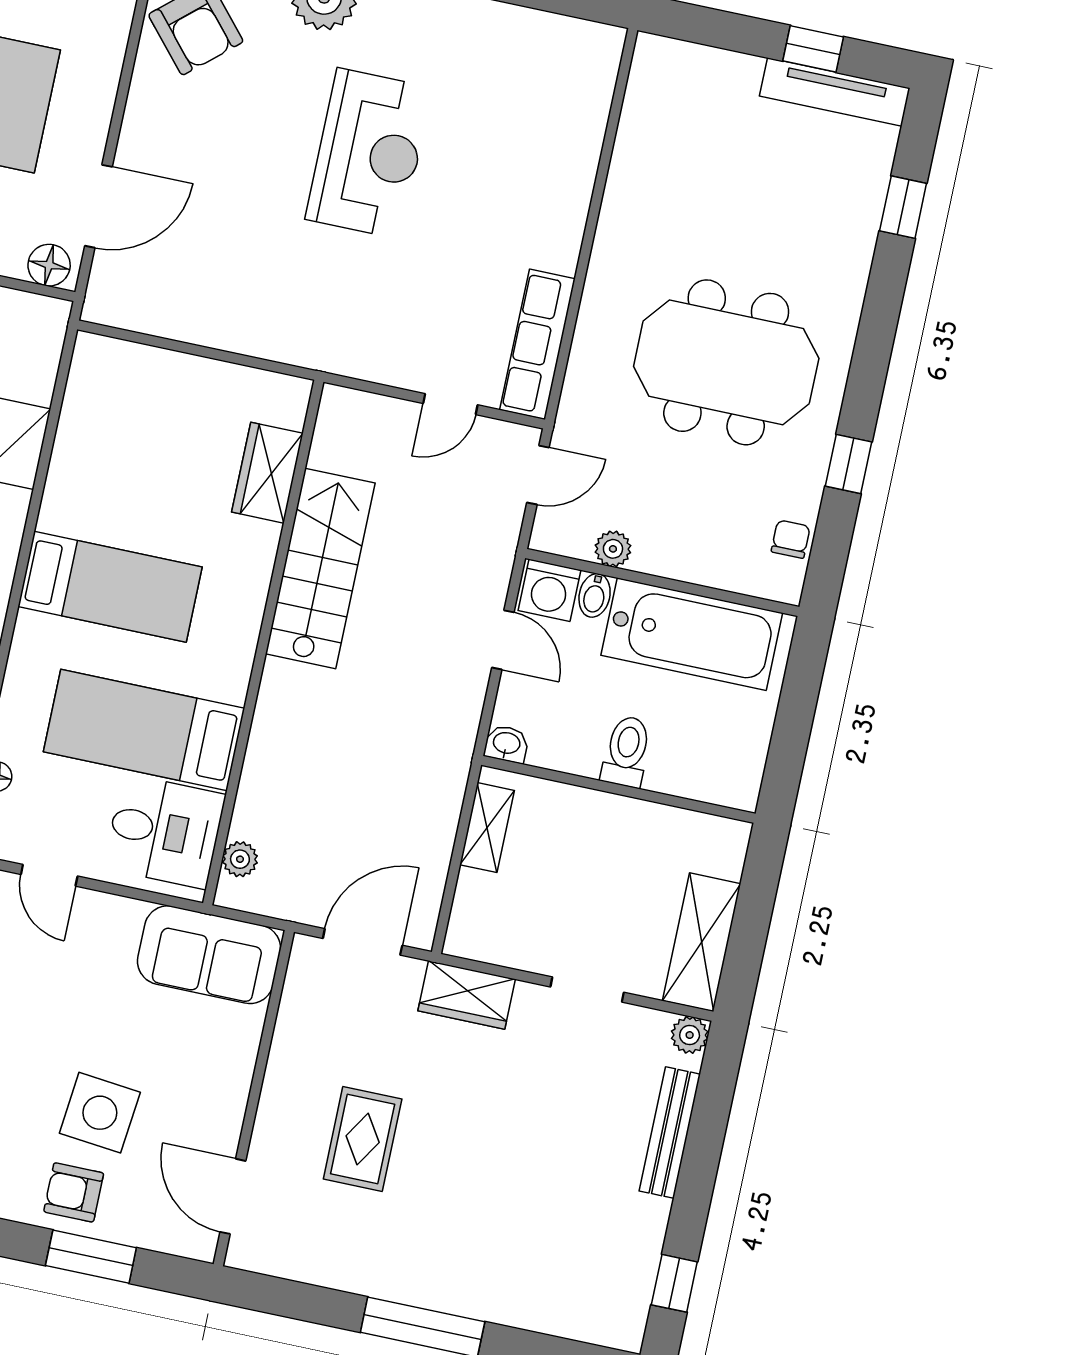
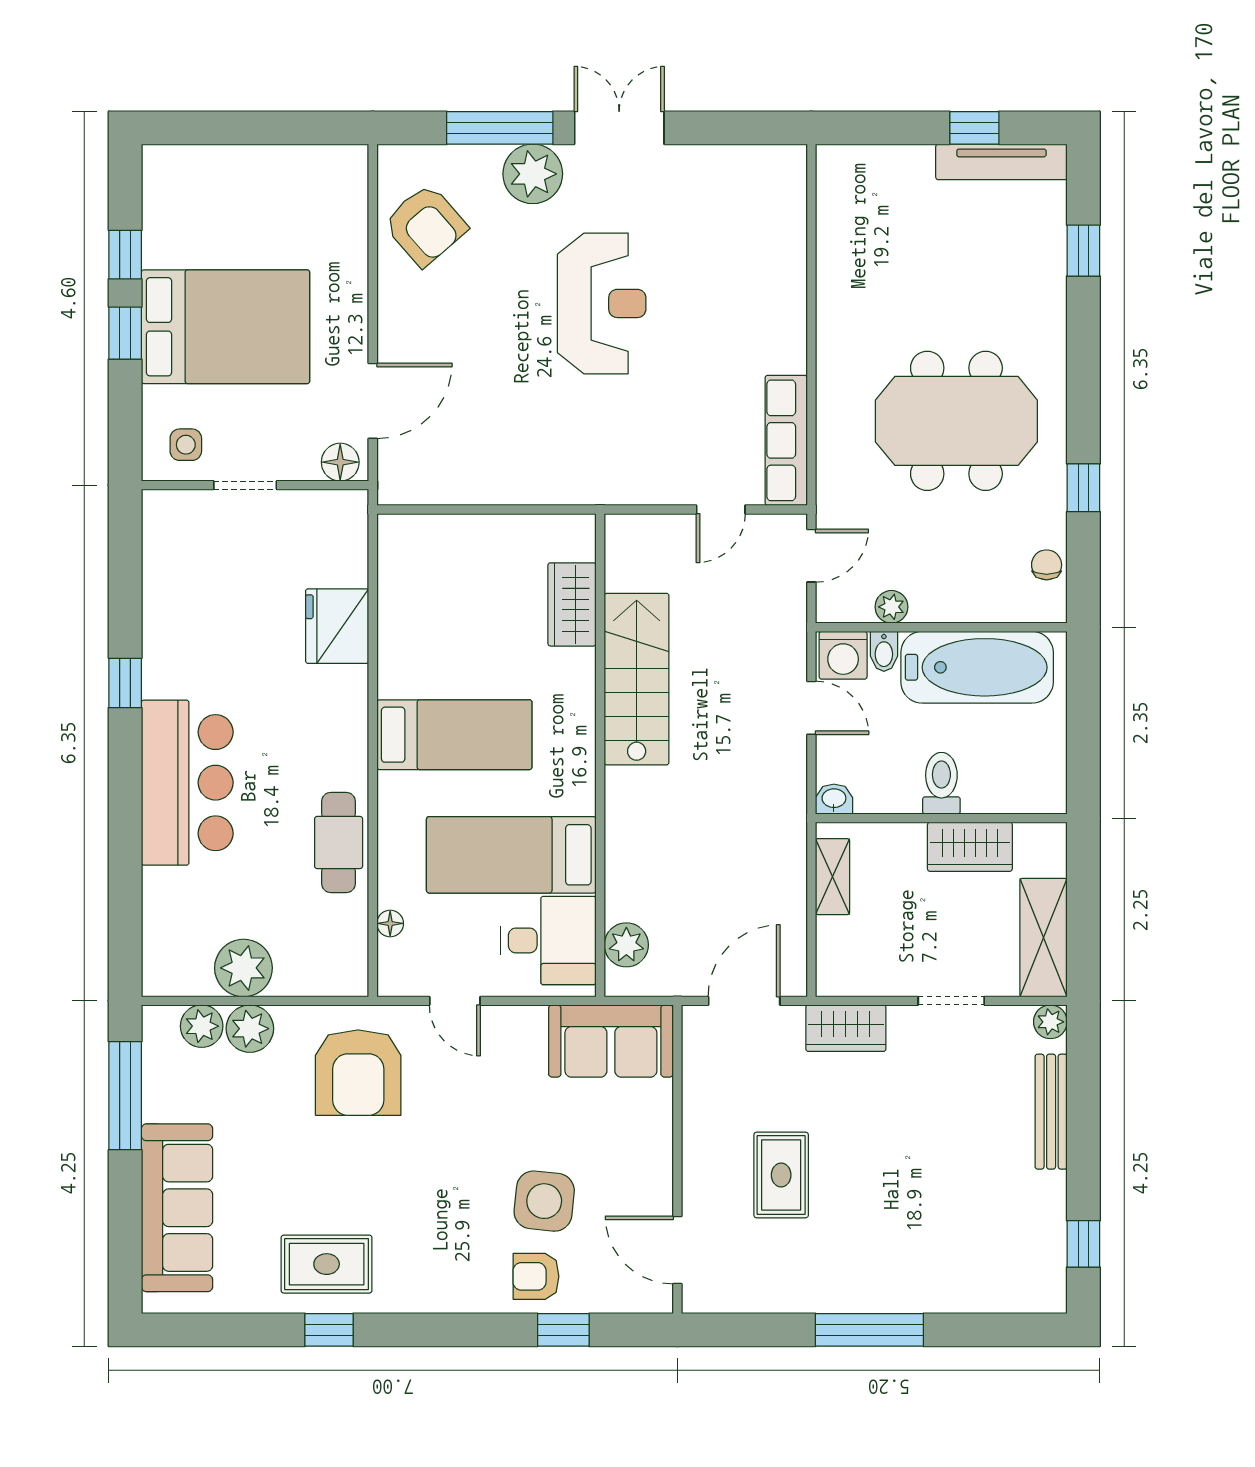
wardrobe: (643, 827) -> (970, 847), added
plant: (240, 859) -> (626, 945), width x1.38, depth x1.38
window: (91, 1257) -> (563, 1330), width x0.67

